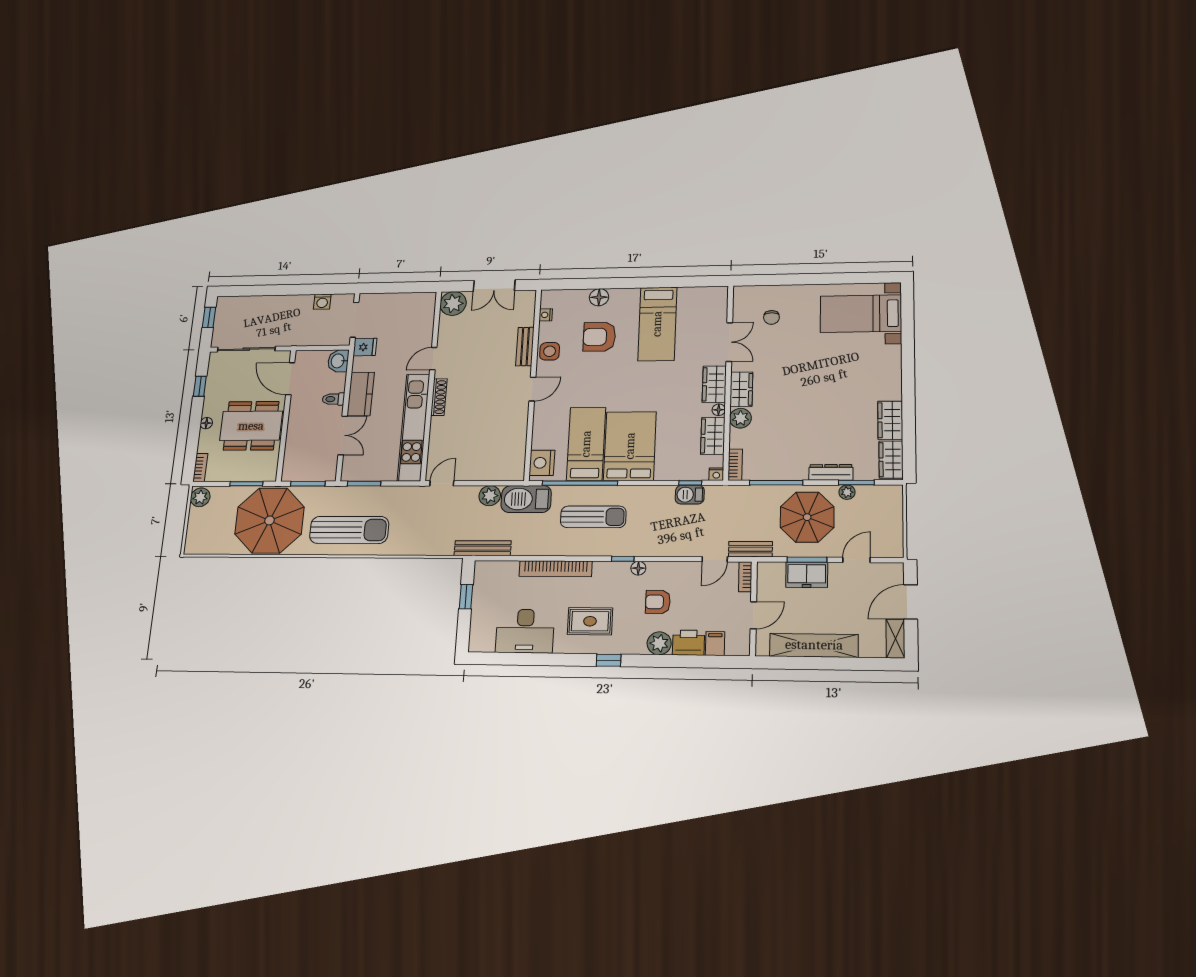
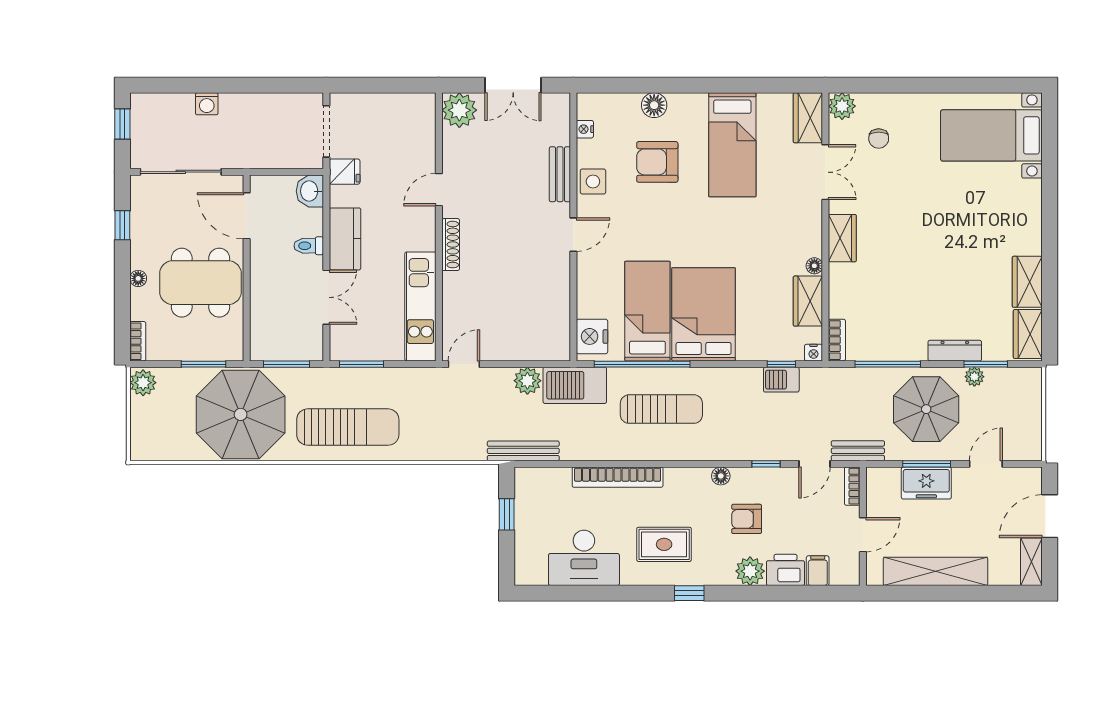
washing machine: (322, 302) -> (207, 104), moved
wardrobe: (714, 384) -> (808, 118), moved
plant: (740, 418) -> (842, 106), moved
kitchen unit: (414, 427) -> (420, 306), width x0.73
window: (623, 559) -> (766, 464), moved

